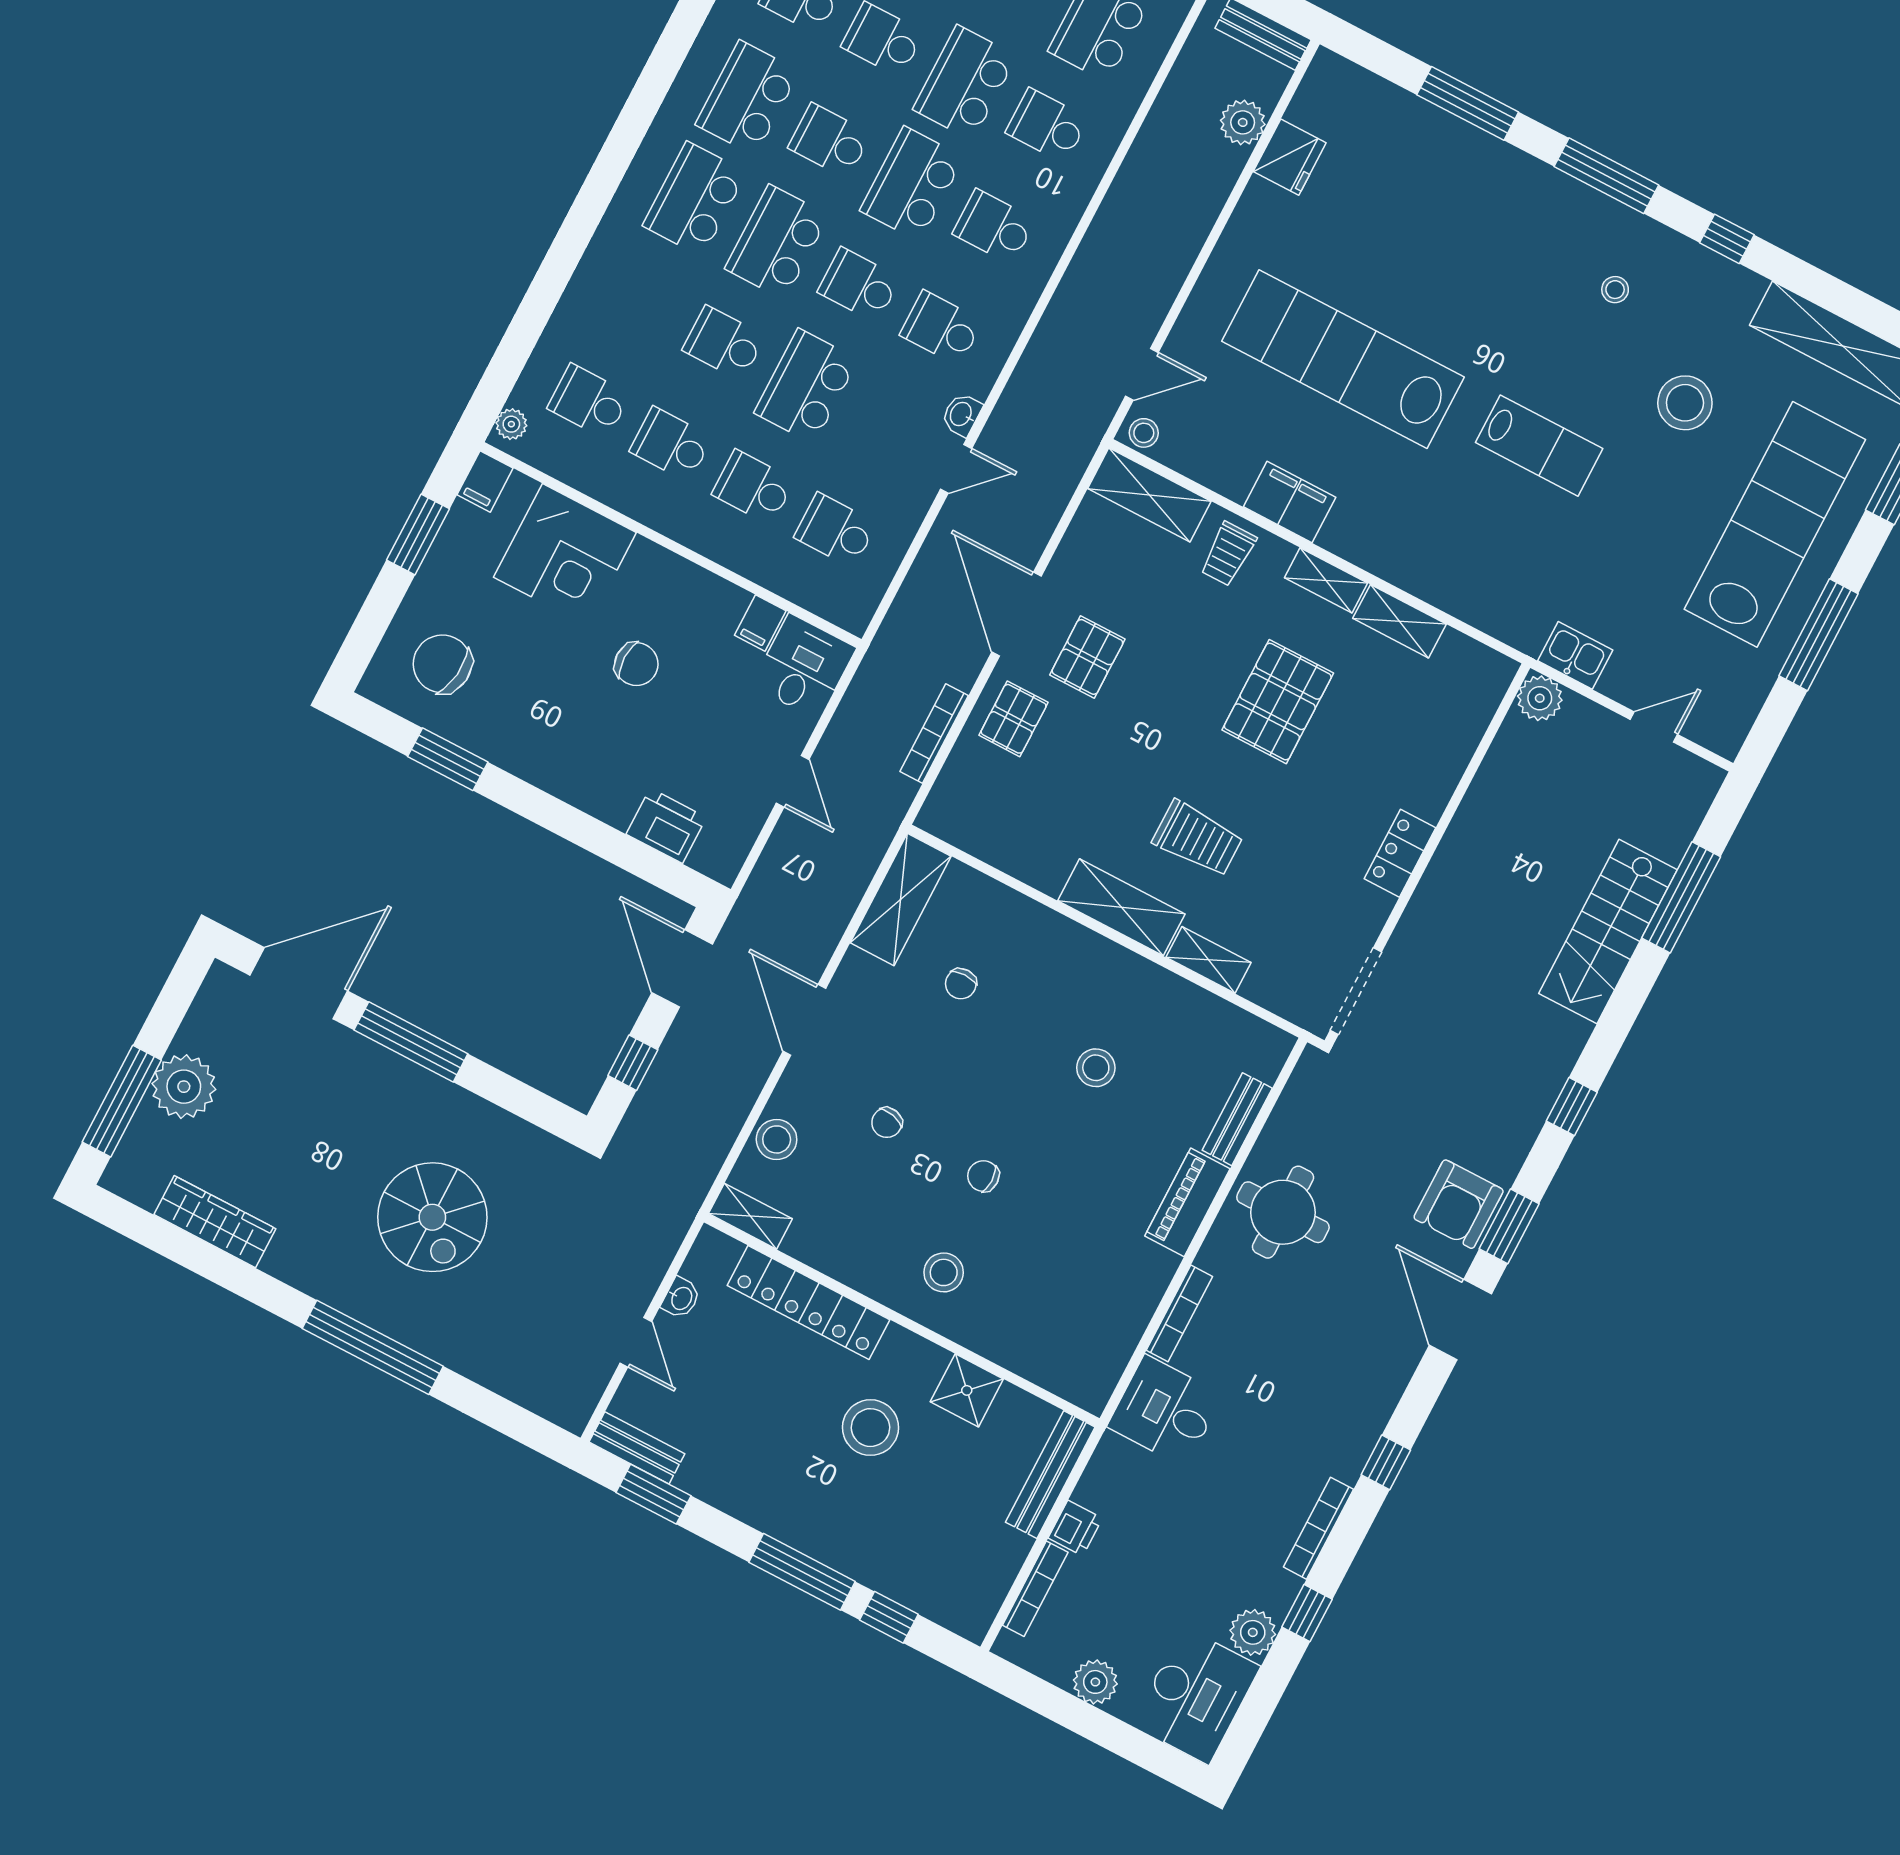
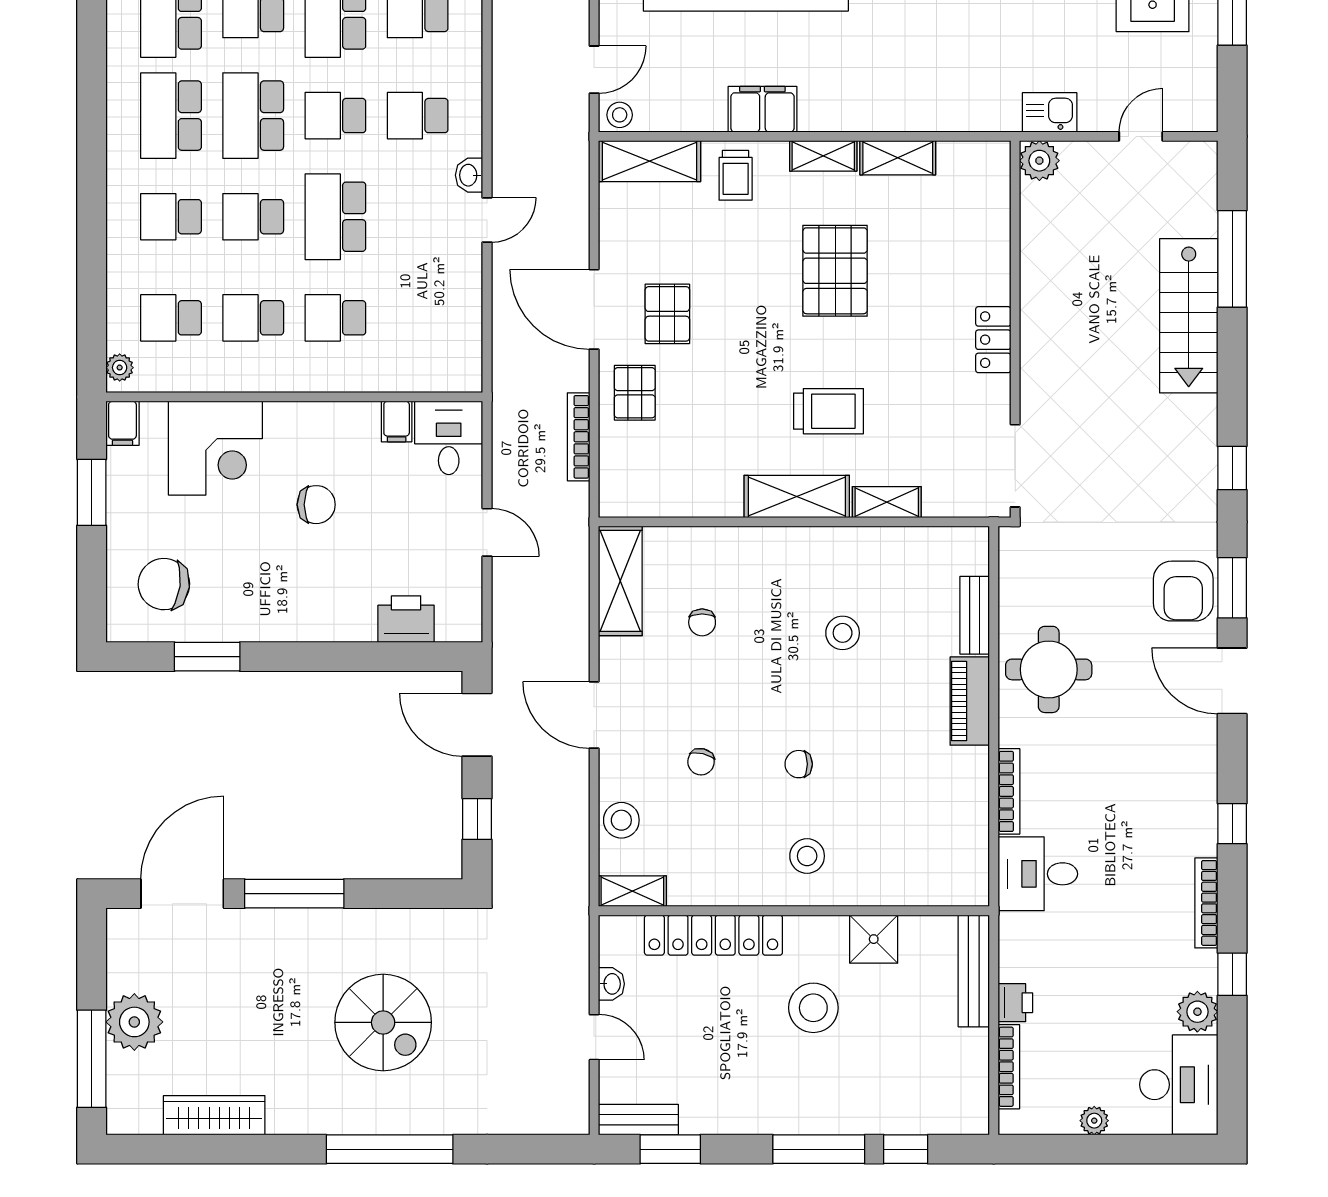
school desk: (835, 530) -> (171, 217), moved
plant: (1095, 1682) -> (1094, 1121), width x0.73, depth x0.73

